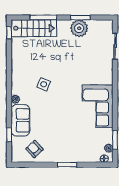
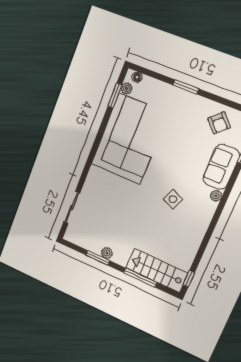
plant: (79, 28) -> (107, 253), width x0.53, depth x0.53
corner sofa: (98, 106) -> (129, 139), width x1.36, depth x1.36

